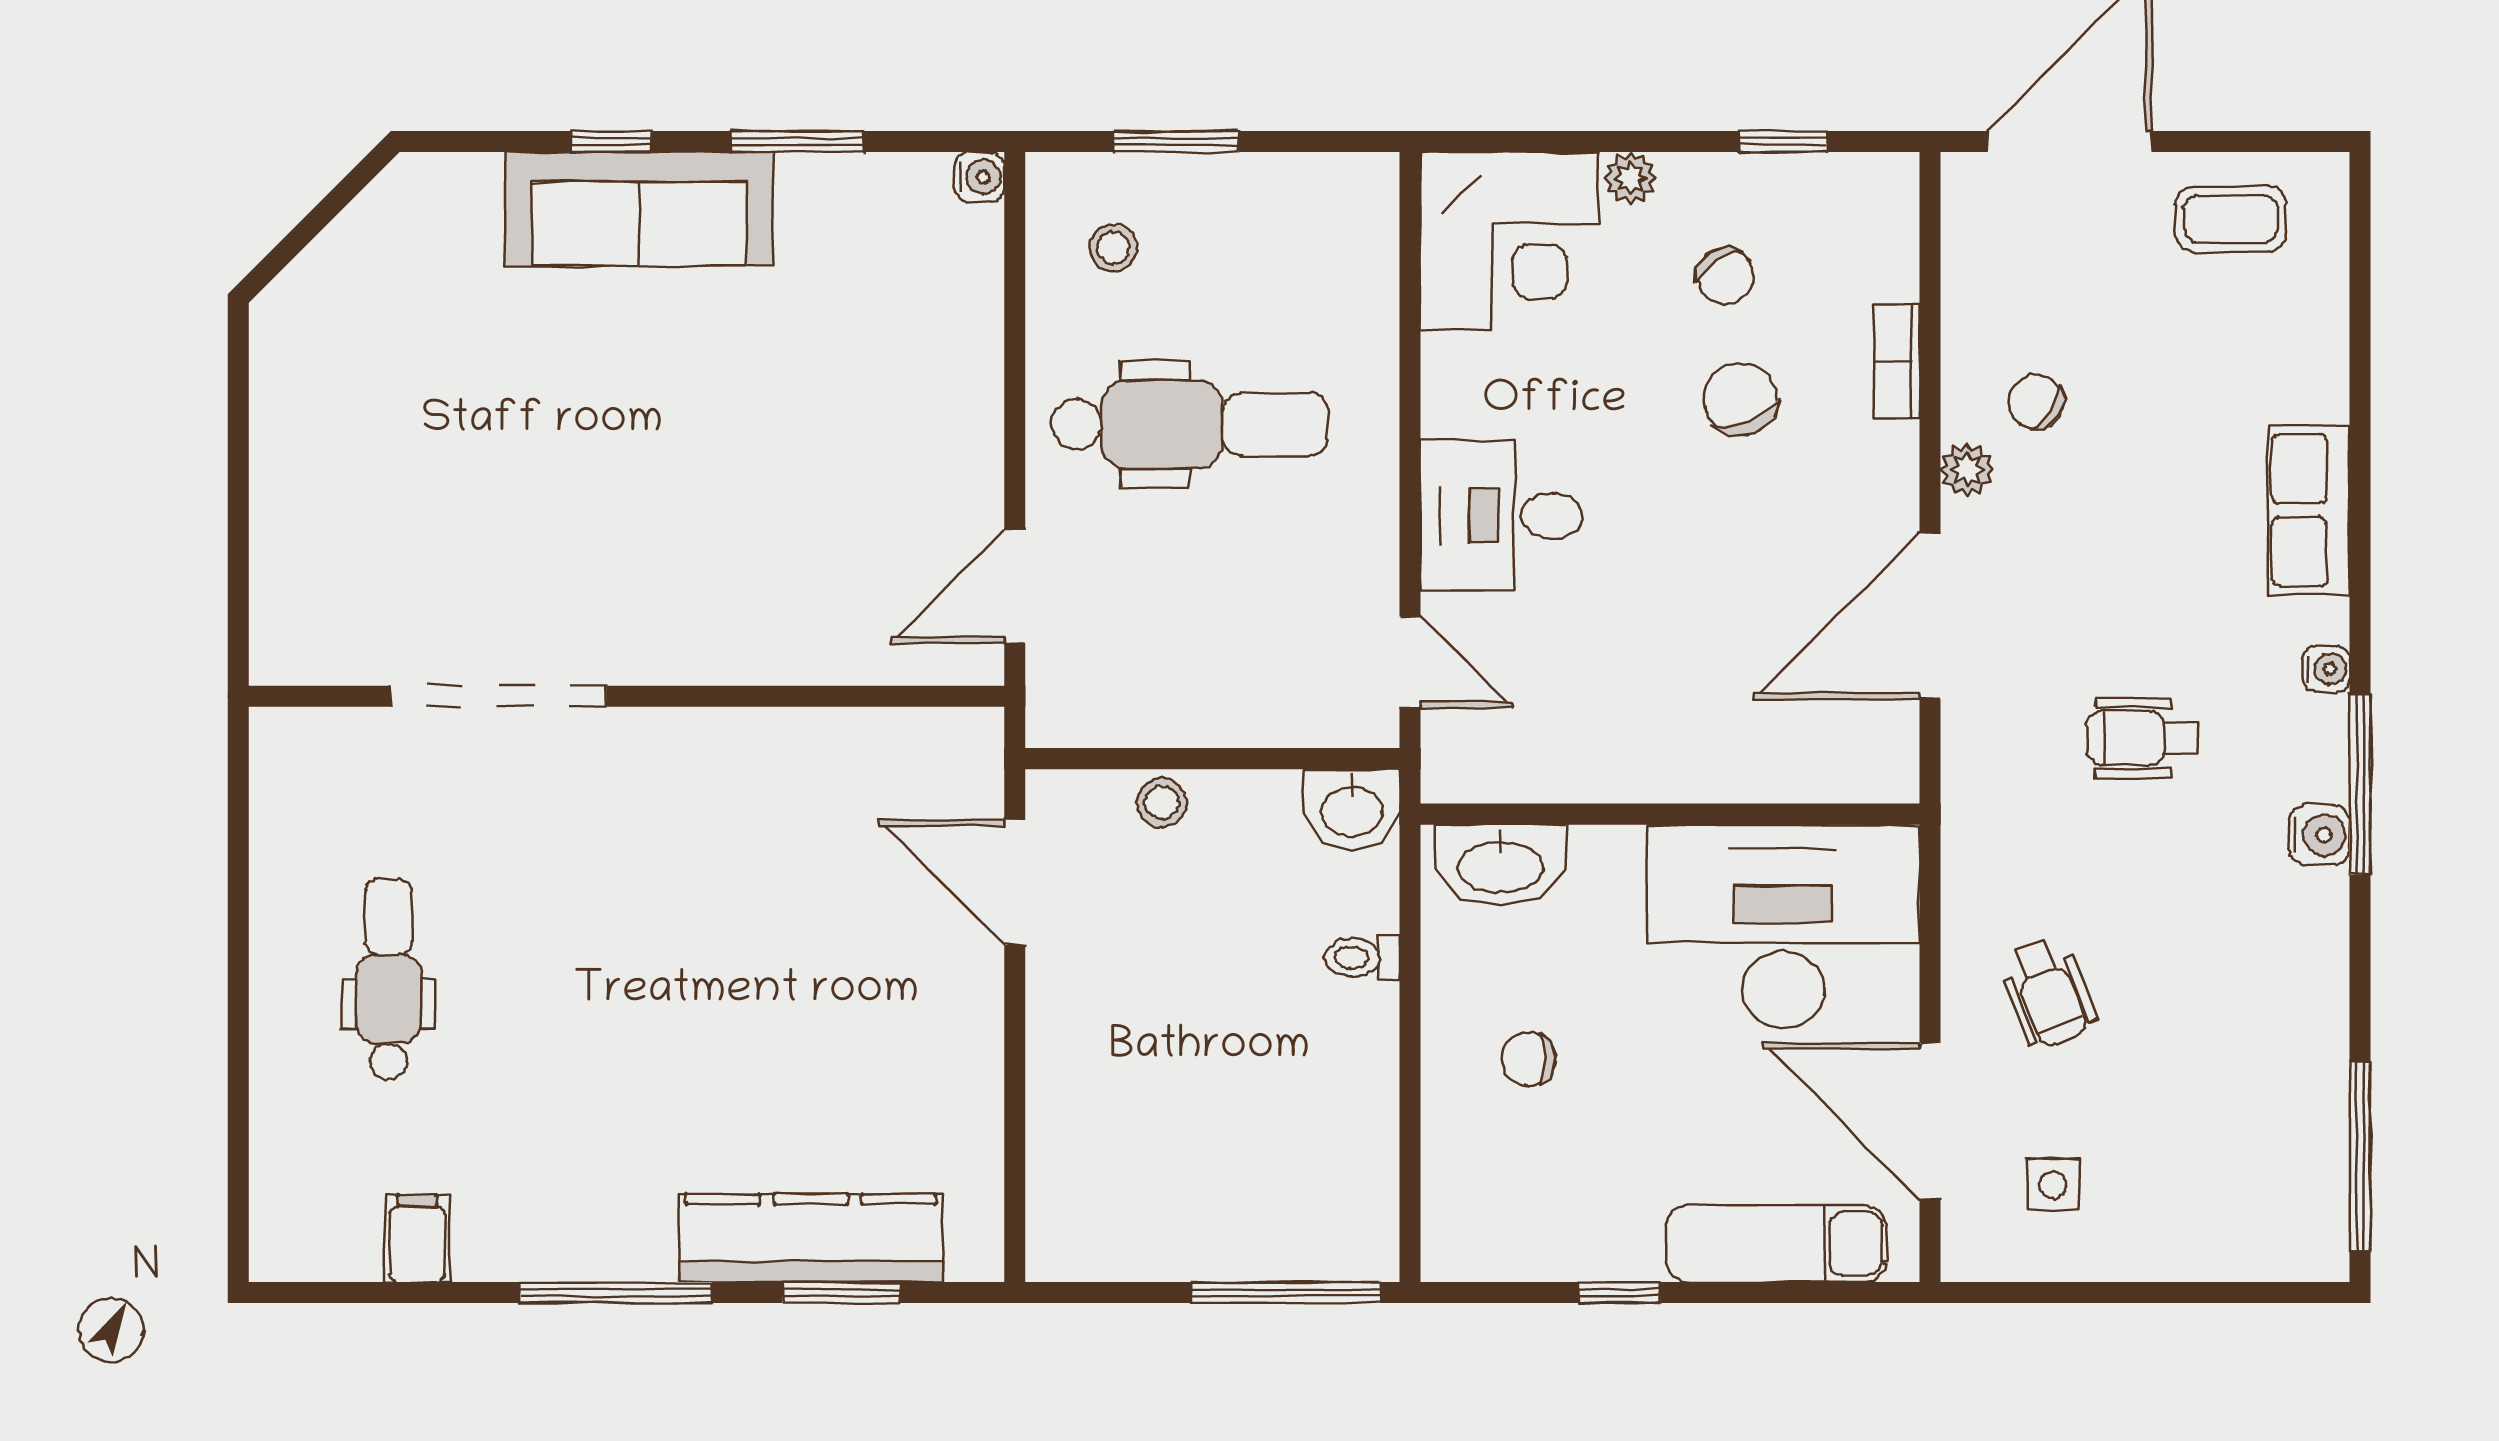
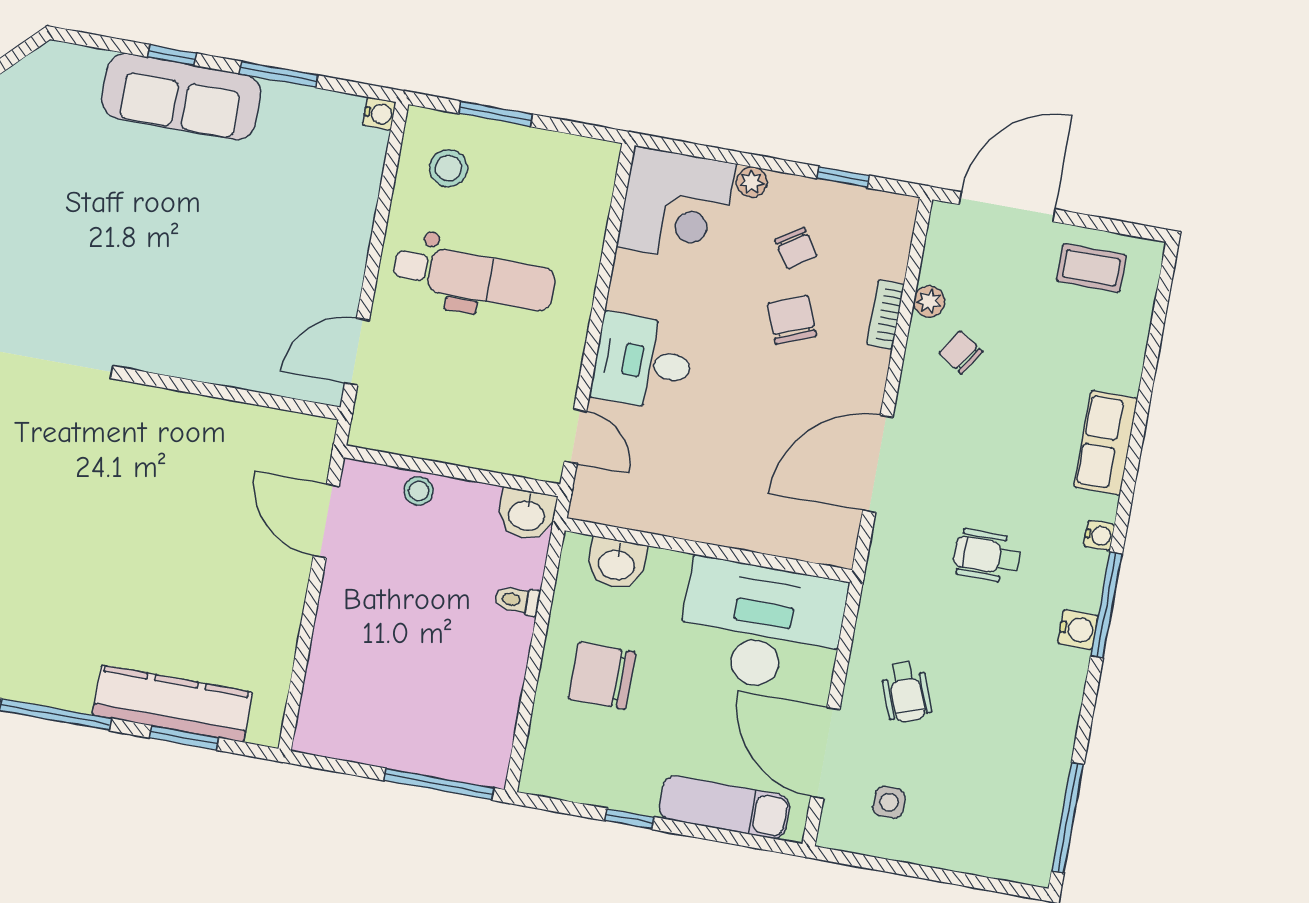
stool: (1113, 248) -> (449, 168), width x1.37, depth x1.37
plant: (1967, 470) -> (929, 302), moved
washbasin: (1500, 865) -> (616, 564), width x0.72
chair: (1529, 1059) -> (602, 676), width x1.87, depth x1.87

